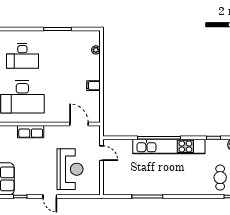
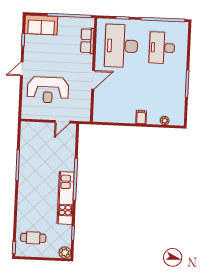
filing cabinet: (94, 86) -> (141, 117), moved
door: (79, 124) -> (93, 80), moved
row of seats: (31, 132) -> (87, 41), moved
kitchen unit: (169, 146) -> (66, 198), width x0.73

